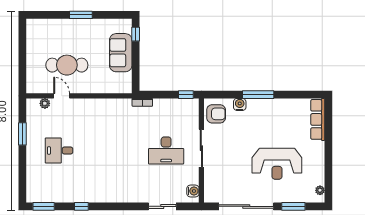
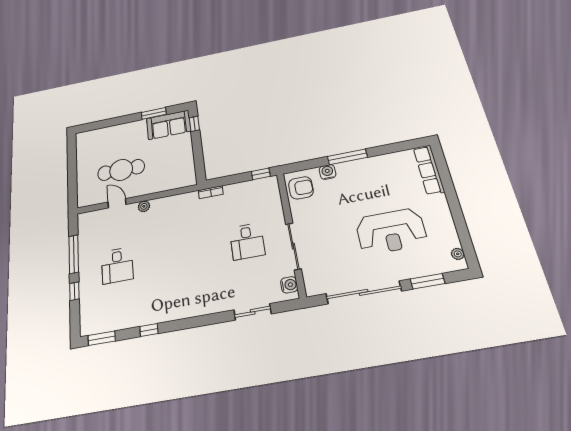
window: (81, 15) -> (154, 113), moved
sofa: (121, 53) -> (169, 125), moved, turned -90
plant: (45, 103) -> (144, 206), moved
window: (22, 134) -> (74, 254), width x1.44
sliding door: (201, 148) -> (293, 246), moved
desk: (59, 150) -> (117, 265), turned -90
desk: (166, 150) -> (247, 241), width x0.73
window: (22, 165) -> (74, 291), added

